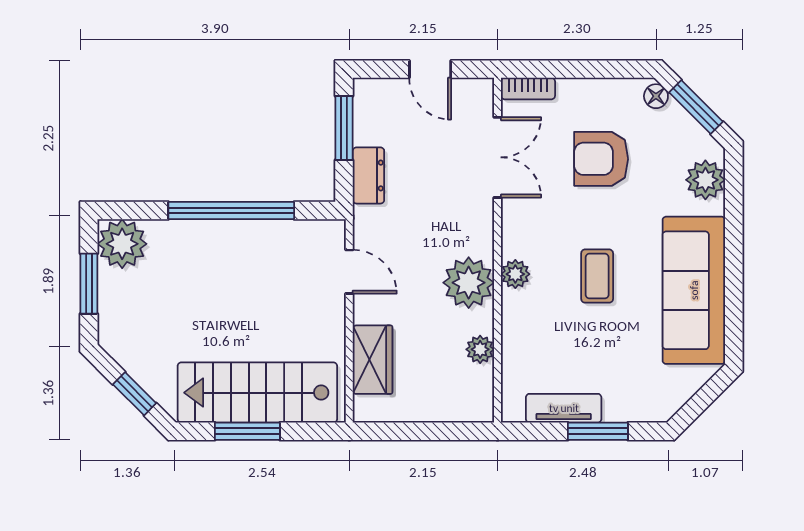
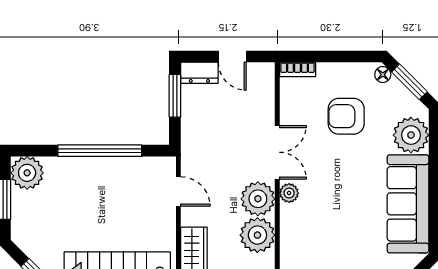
double door: (498, 157) -> (277, 152), moved
dresser: (368, 175) -> (199, 73), moved, turned 90
plant: (705, 180) -> (411, 135), width x1.36, depth x1.36
coffee table: (597, 276) -> (344, 194), removed
plant: (480, 349) -> (257, 235), width x1.87, depth x1.87

